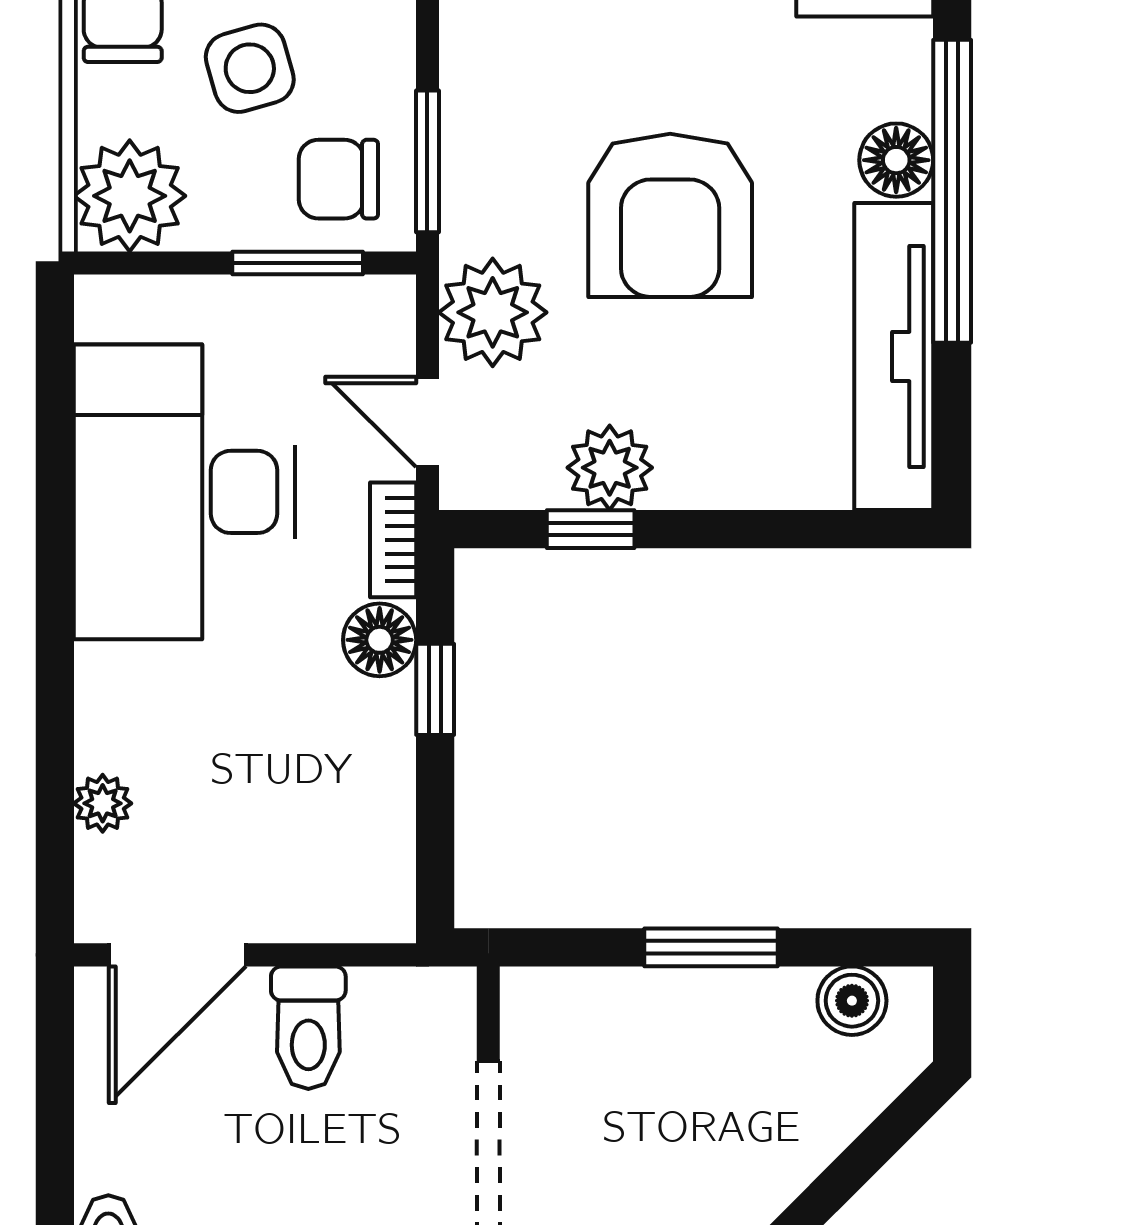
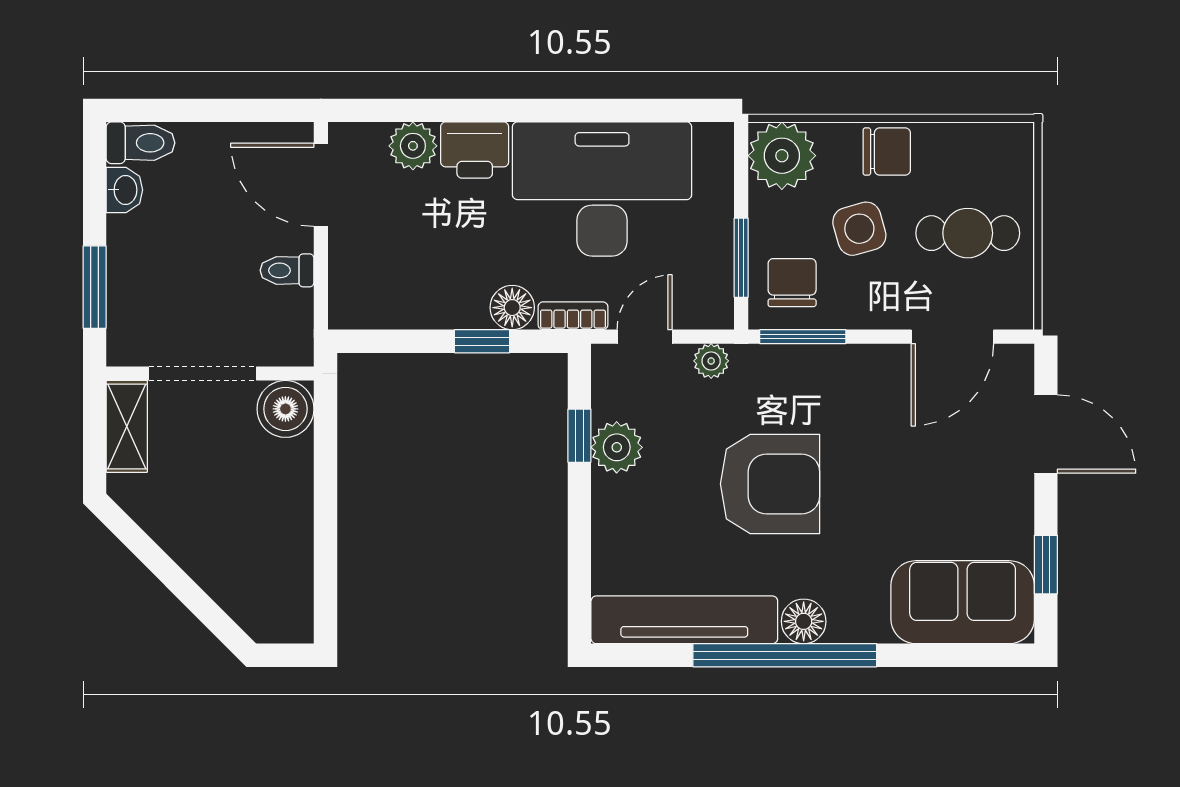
armchair: (670, 215) -> (770, 484), turned 180
plant: (493, 312) -> (711, 361), width x0.53, depth x0.53
printer: (120, 702) -> (475, 150), added
plant: (103, 803) -> (413, 146), width x1.38, depth x1.38
window: (711, 947) -> (325, 509), removed
boiler: (852, 1001) -> (285, 409), moved, width x1.36, depth x1.36
toilet: (308, 1028) -> (287, 270), width x0.73, depth x0.72

